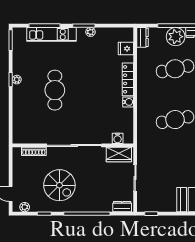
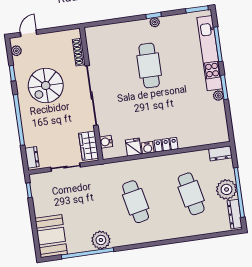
kitchen unit: (51, 34) -> (210, 53), width x1.36
fridge: (126, 49) -> (133, 147), moved
locker: (128, 79) -> (166, 145), width x0.66
cafe table: (55, 90) -> (149, 66), turned 90

